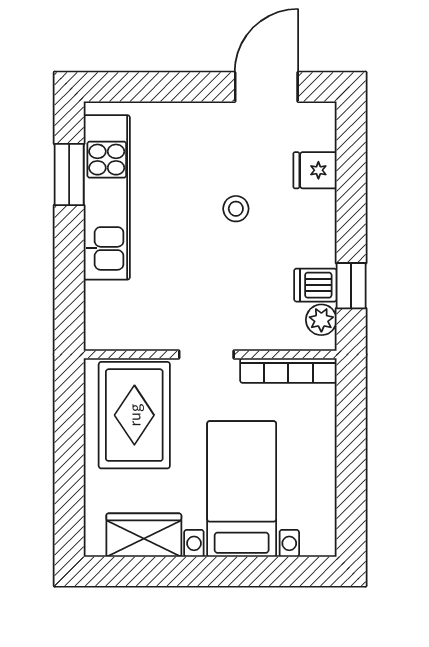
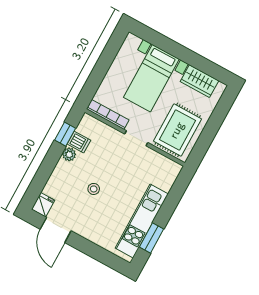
door: (266, 87) -> (56, 230), hinge flipped
fridge: (315, 170) -> (43, 205), moved, turned -90
plant: (321, 320) -> (69, 154), moved

